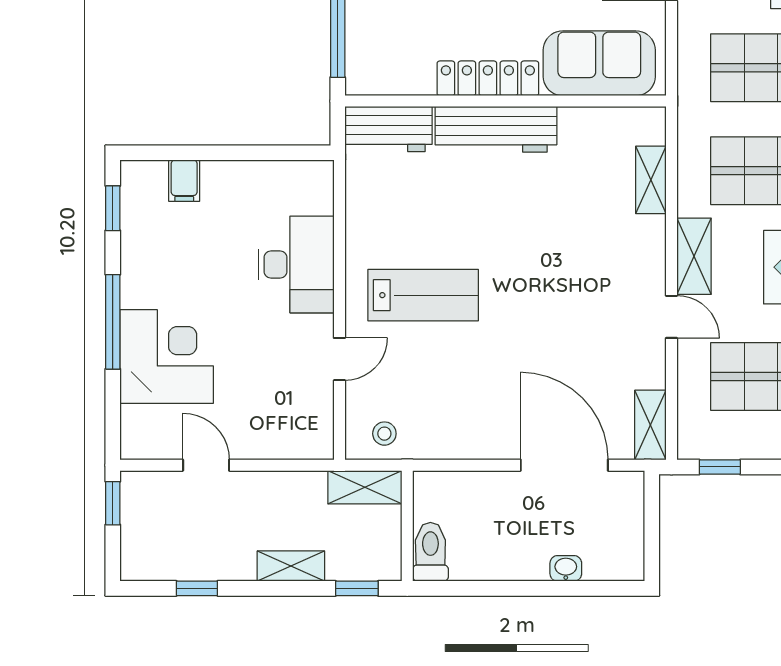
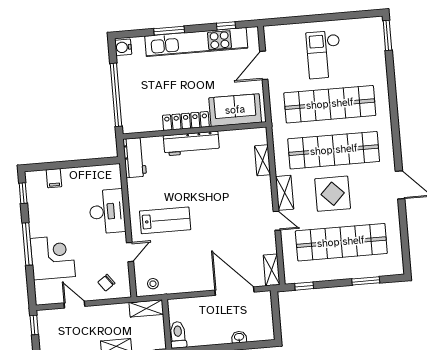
workbench: (389, 129) -> (135, 158), moved, turned -90
chair: (281, 423) -> (106, 283), added

